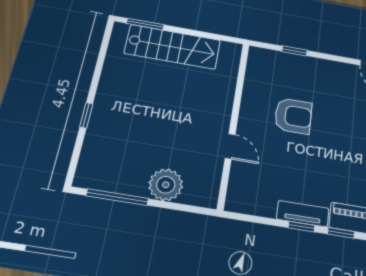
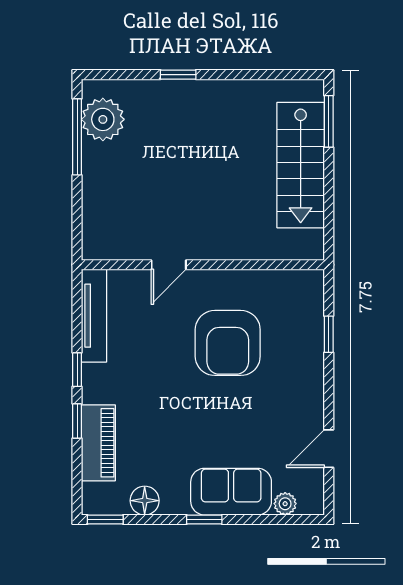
armchair: (293, 116) -> (228, 343), width x1.36, depth x1.36
plant: (166, 185) -> (103, 119), moved
tv unit: (303, 214) -> (94, 316), moved, width x1.41

